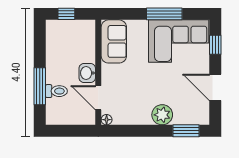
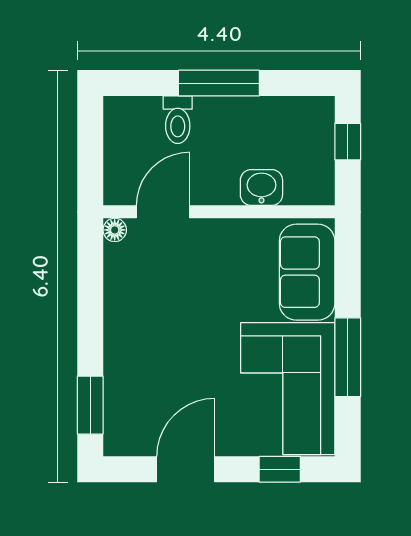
sofa: (114, 41) -> (307, 272), moved, turned 90
washbasin: (87, 73) -> (261, 187), moved
window: (40, 86) -> (219, 83), moved
plant: (162, 115) -> (126, 353), removed

